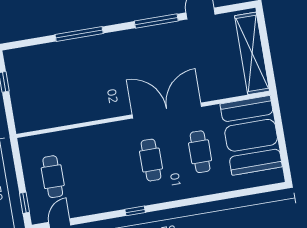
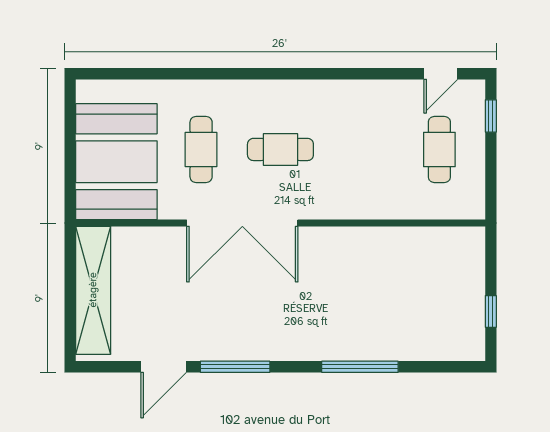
cafe table: (151, 160) -> (280, 149), turned 90
window: (135, 211) -> (319, 74), removed

